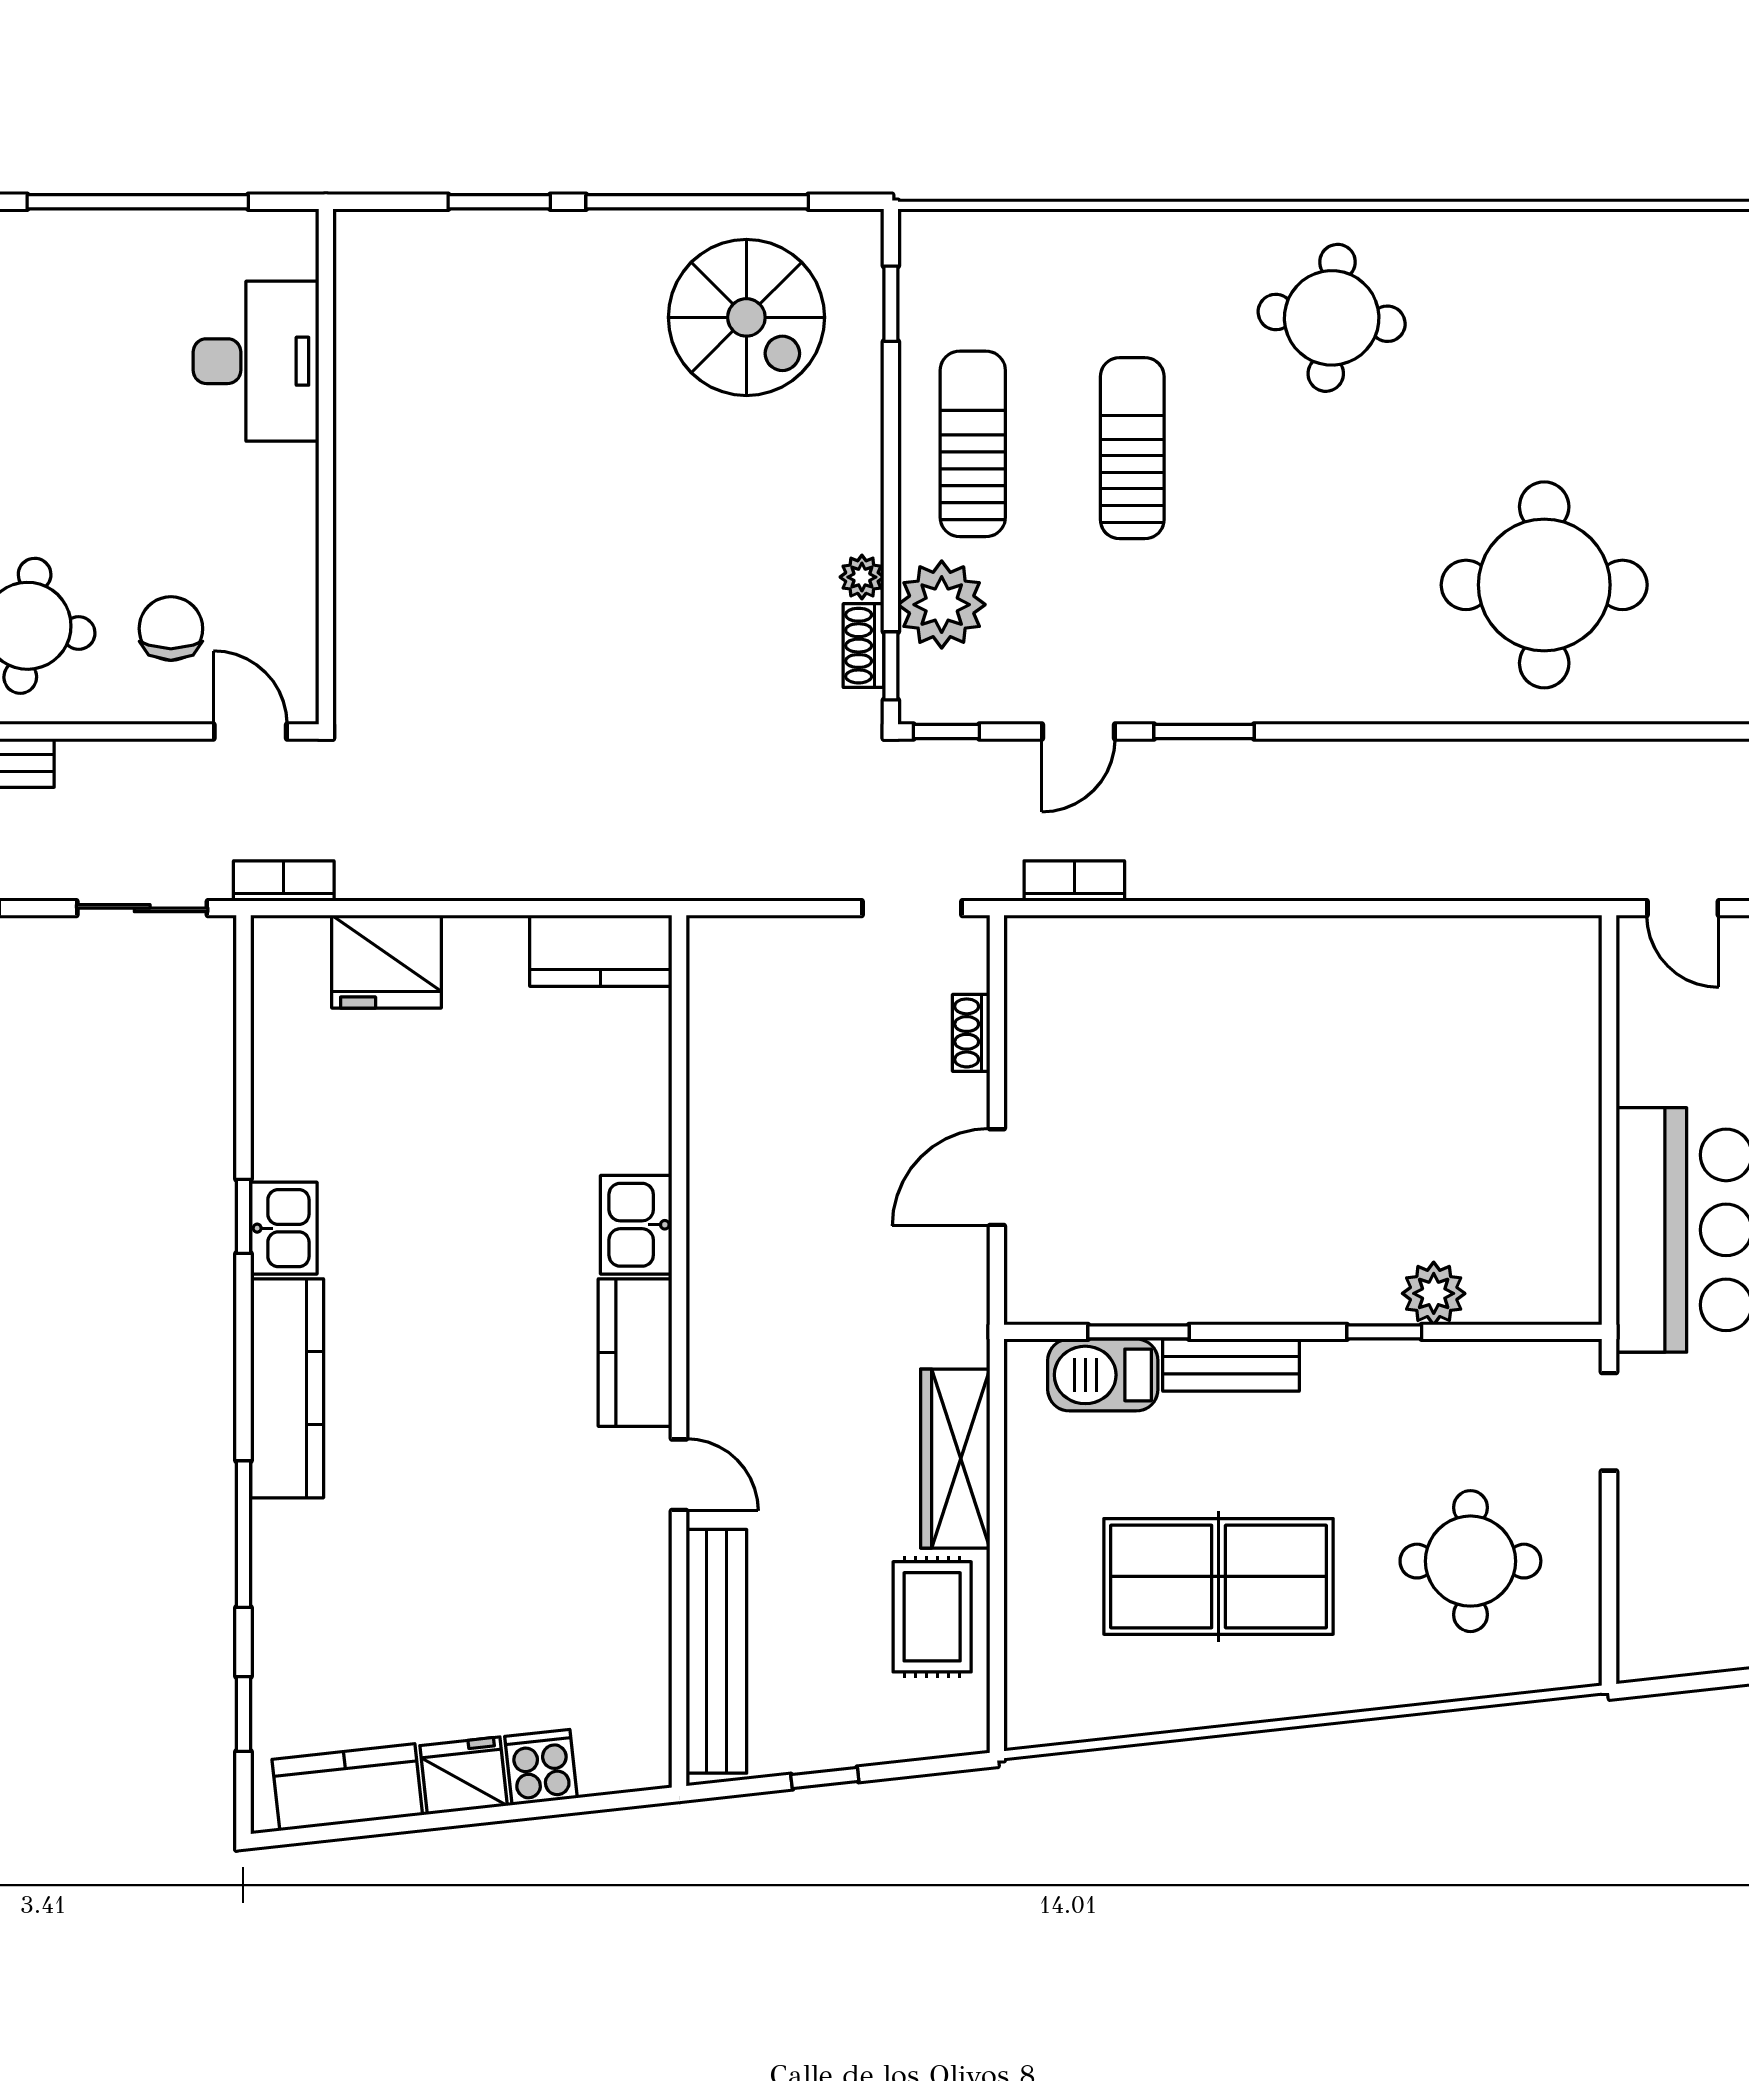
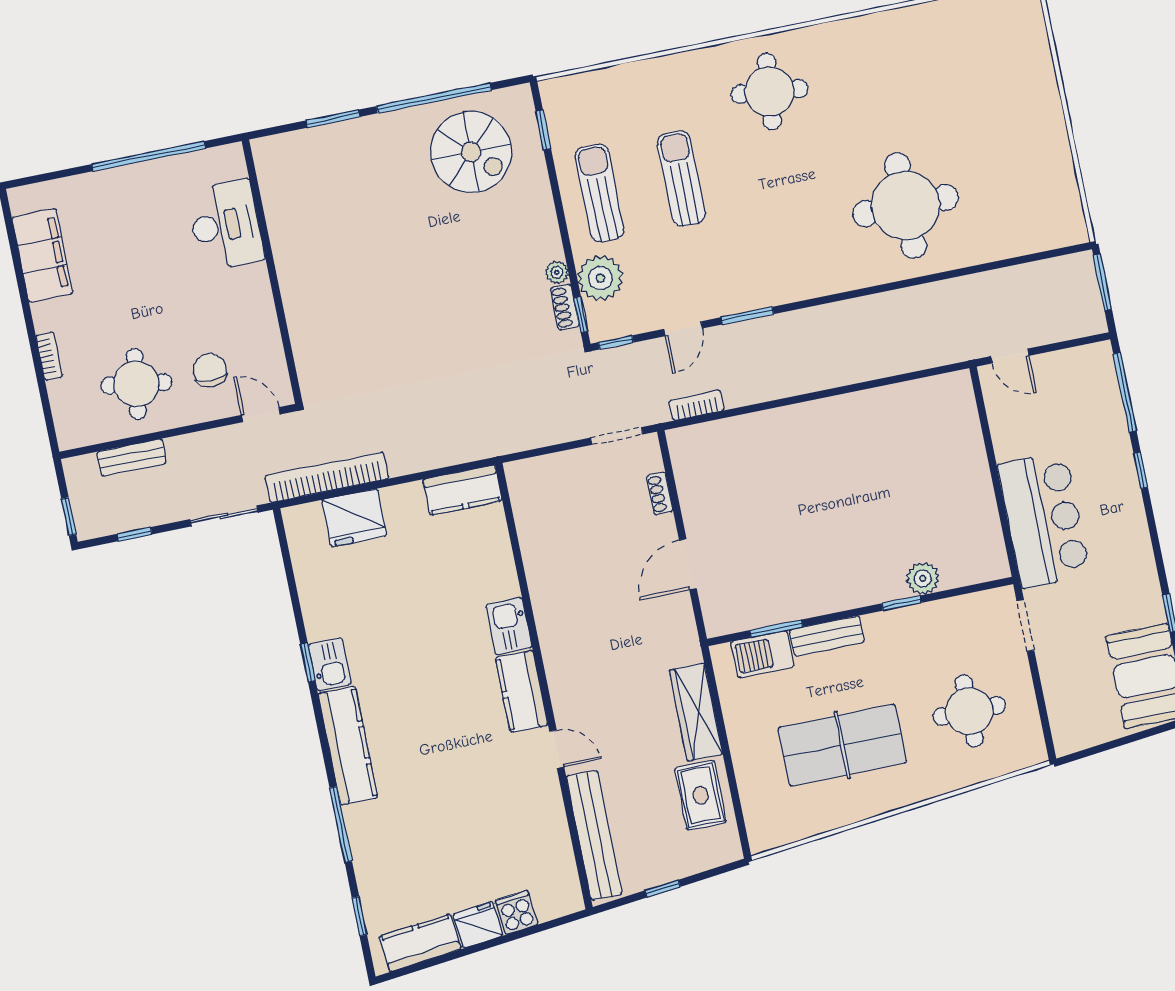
bookcase: (284, 881) -> (327, 477), width x2.31, depth x1.31

